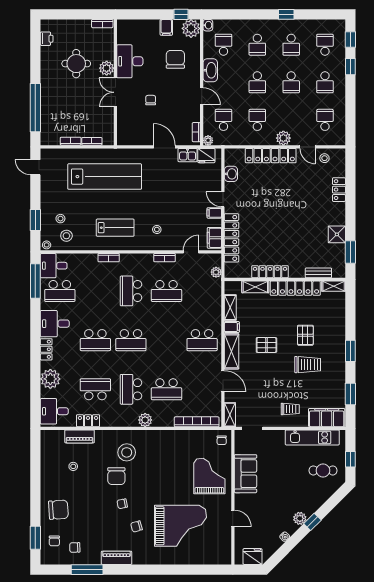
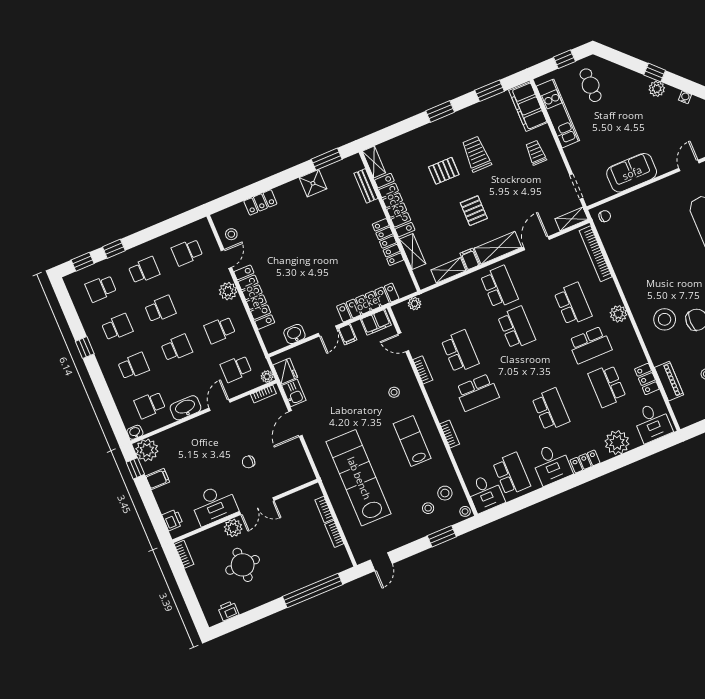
printer: (131, 26) -> (173, 520), added
chair: (175, 59) -> (190, 453), removed
window: (35, 281) -> (512, 507), removed
school desk: (131, 340) -> (516, 328), moved
grand piano: (209, 476) -> (652, 213), removed

